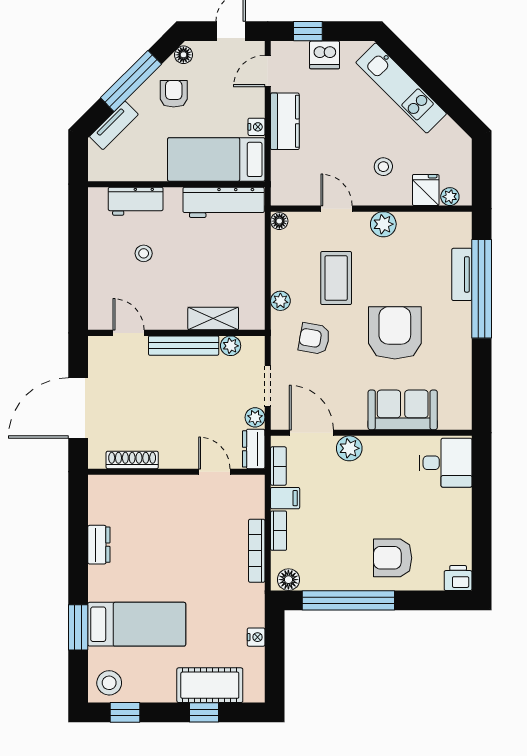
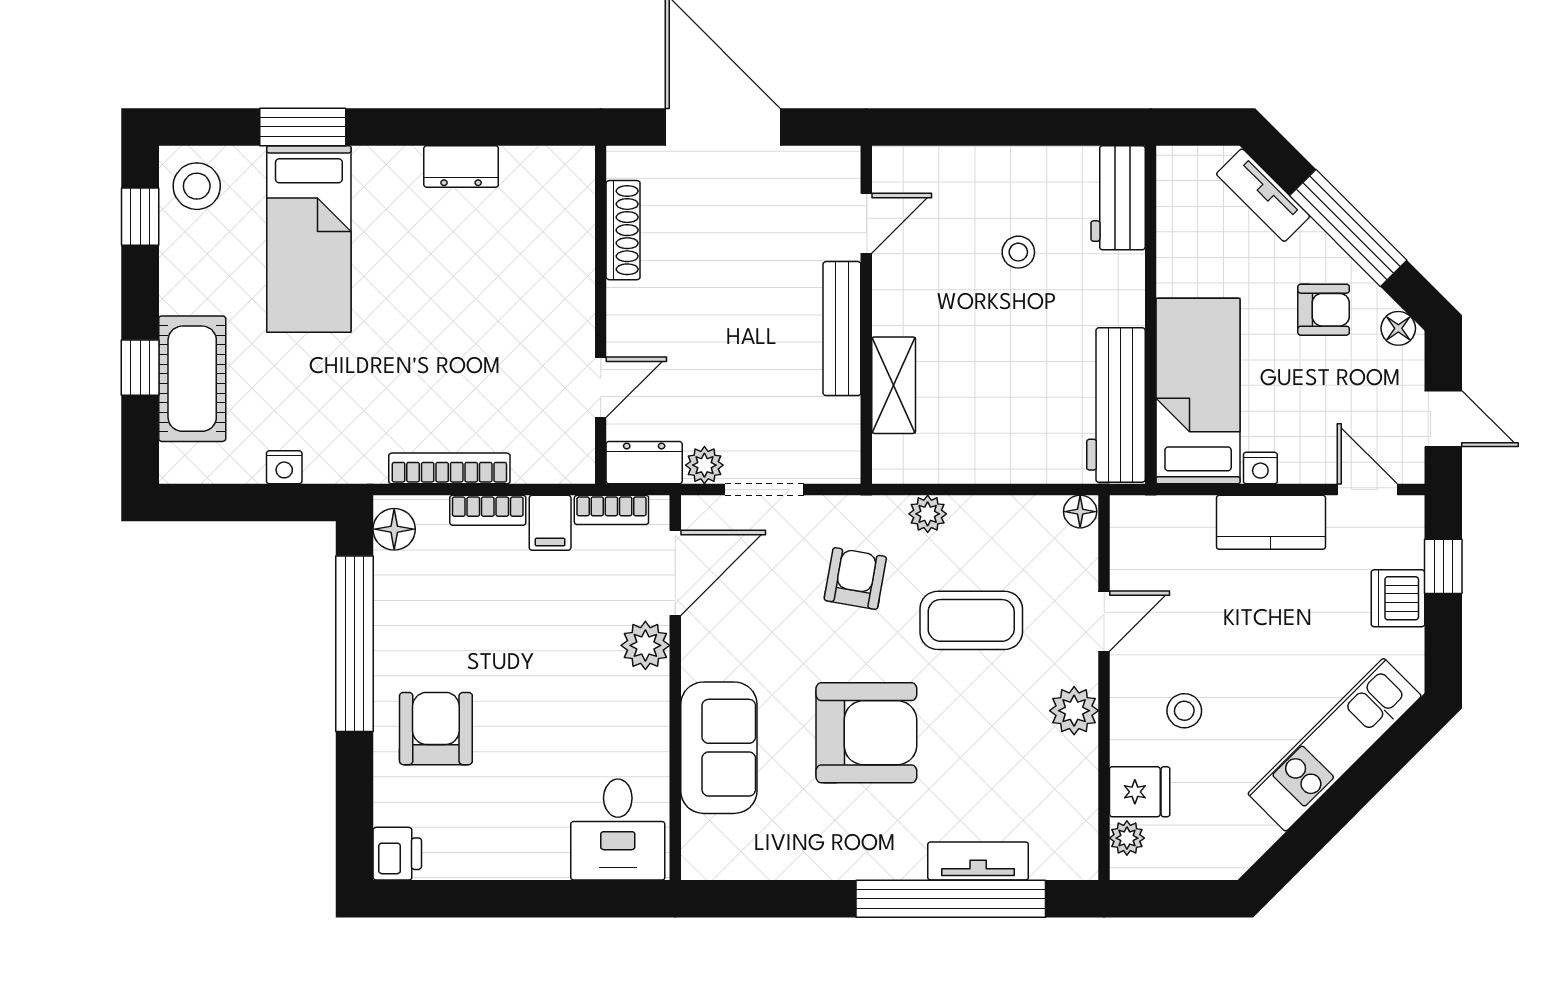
workbench: (136, 201) -> (1118, 198), moved
plant: (231, 346) -> (842, 418), removed

